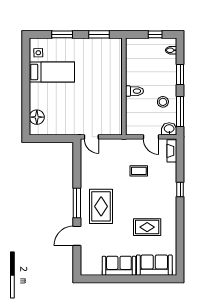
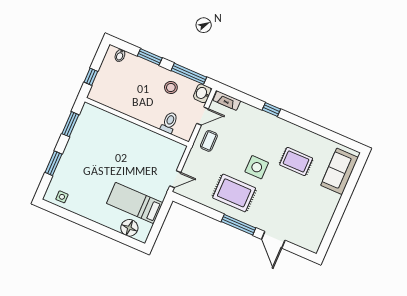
window: (155, 34) -> (91, 77), moved
bed: (52, 72) -> (135, 203), moved, turned -90
toilet: (134, 91) -> (169, 123), moved
coffee table: (139, 171) -> (209, 141), moved
side table: (129, 198) -> (257, 167), added
rug: (101, 206) -> (234, 193), moved
rug: (147, 227) -> (296, 161), turned 90
sofa: (119, 266) -> (324, 209), removed

